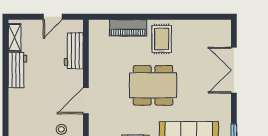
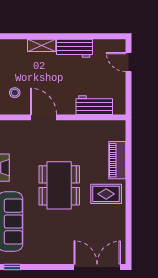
door: (53, 17) -> (128, 62), moved
shelving: (15, 37) -> (42, 45), moved
double door: (234, 70) -> (97, 267), moved

